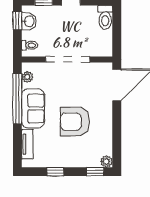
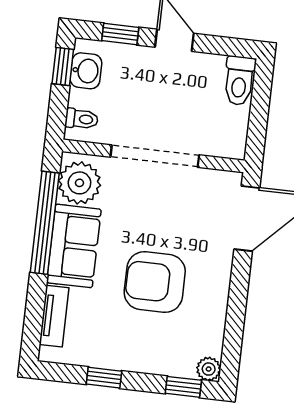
plant: (27, 77) -> (79, 183), width x1.88, depth x1.88

